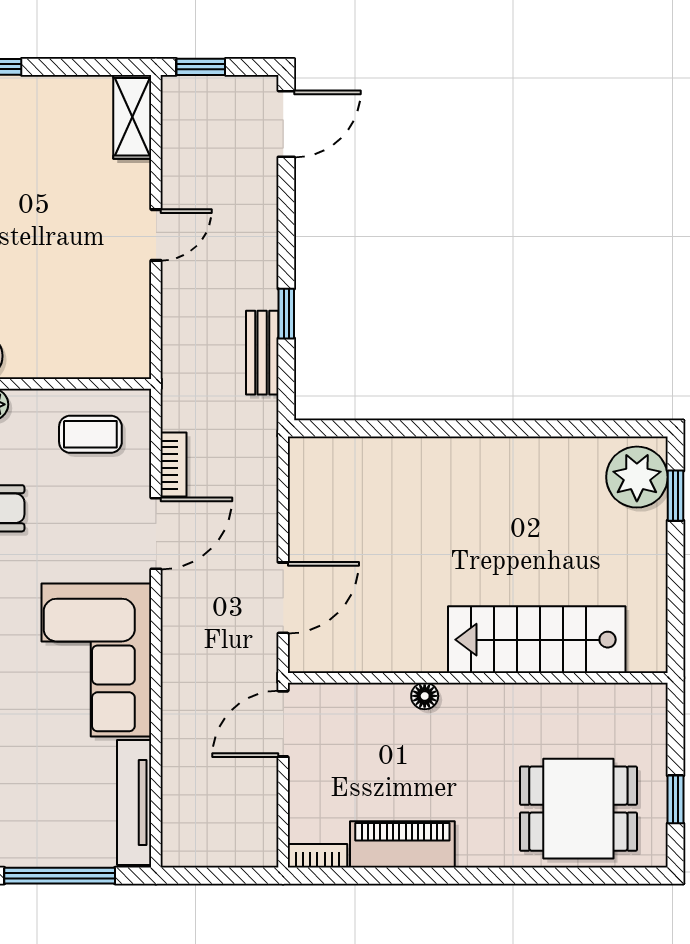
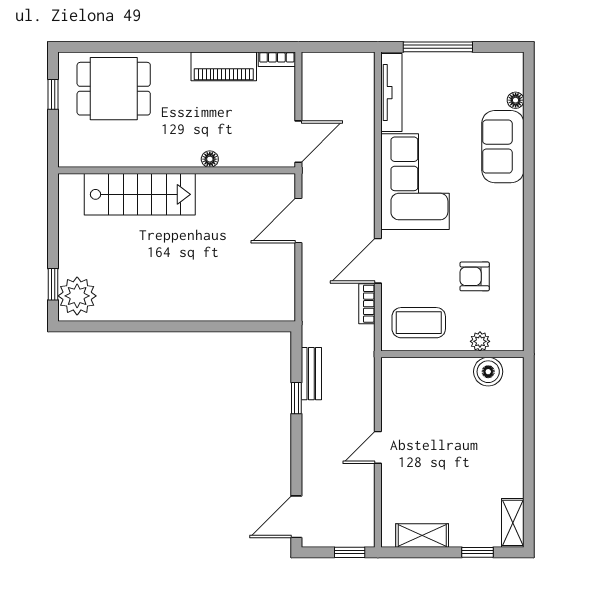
shelving: (132, 117) -> (422, 536), moved, turned 90
coffee table: (90, 434) -> (419, 323), width x1.36, depth x1.30

